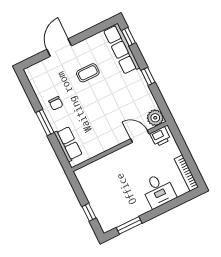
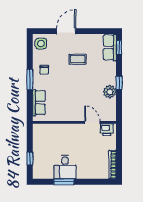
row of seats: (121, 49) -> (110, 47), width x0.68
side table: (38, 76) -> (41, 44), added
plant: (155, 118) -> (110, 92), moved
desk: (158, 190) -> (65, 167), moved
window: (129, 225) -> (64, 182), moved

